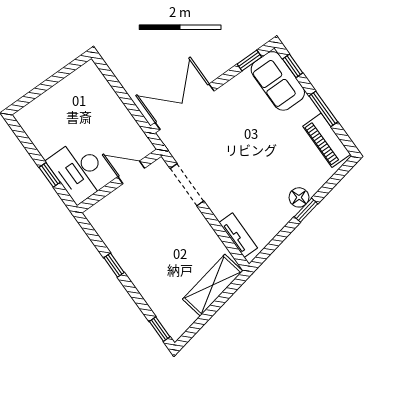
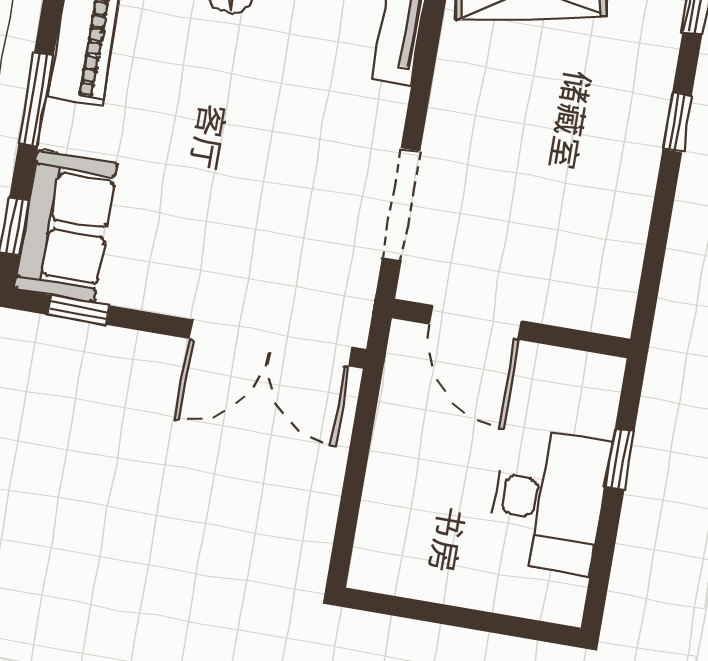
desk: (79, 171) -> (548, 501), moved
door: (131, 172) -> (475, 322), width x1.37
window: (114, 265) -> (677, 123), moved

